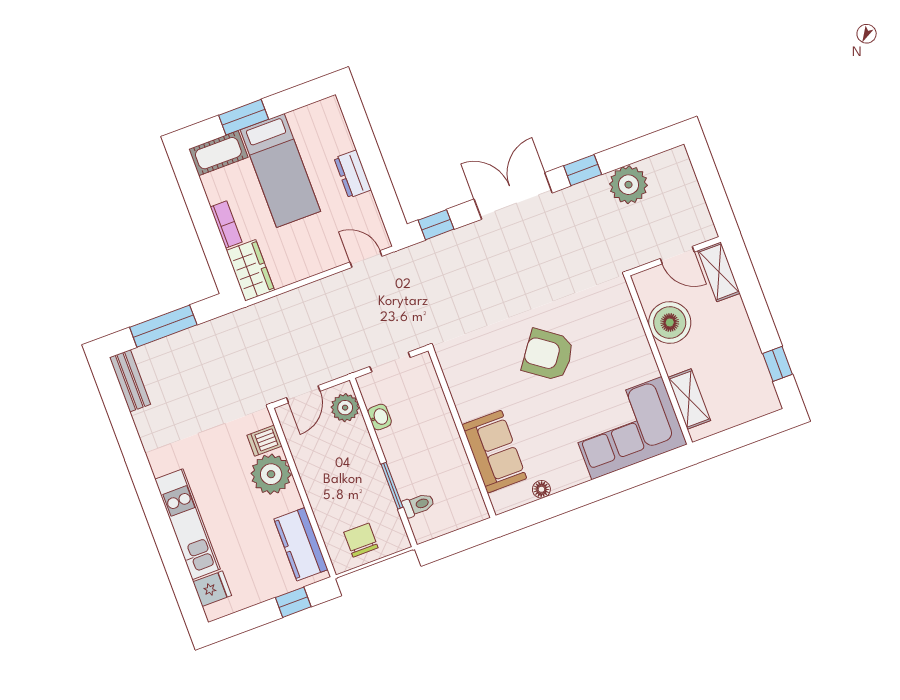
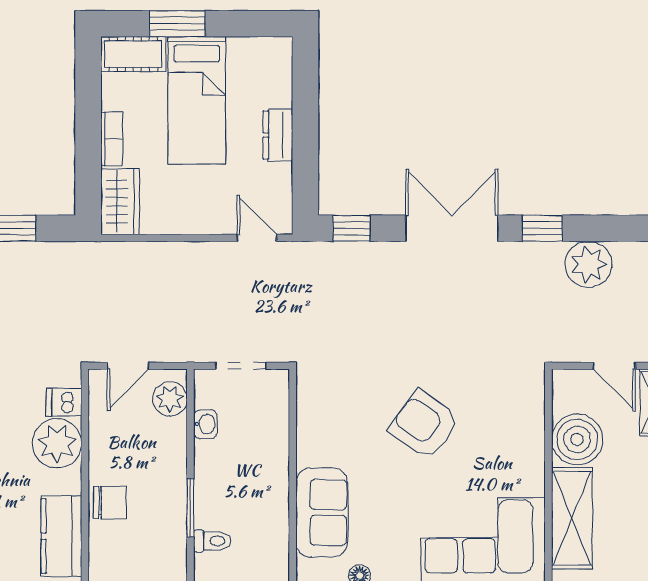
shelving: (689, 399) -> (572, 518), width x1.50, depth x1.33
chair: (361, 540) -> (110, 503), moved, turned 90

